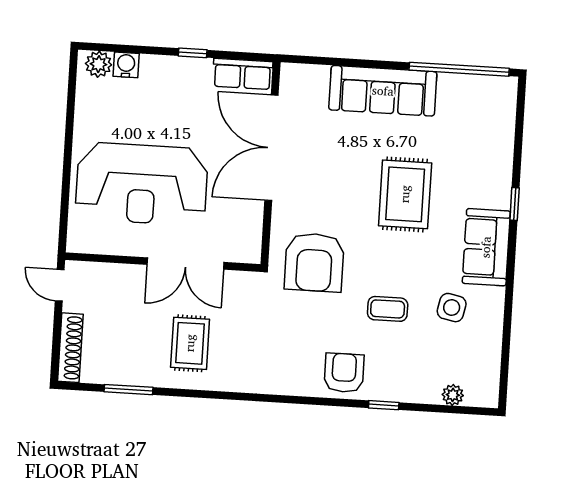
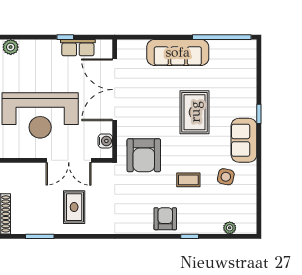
water cooler: (126, 65) -> (105, 141), moved, turned 90
row of seats: (243, 74) -> (78, 48), moved

